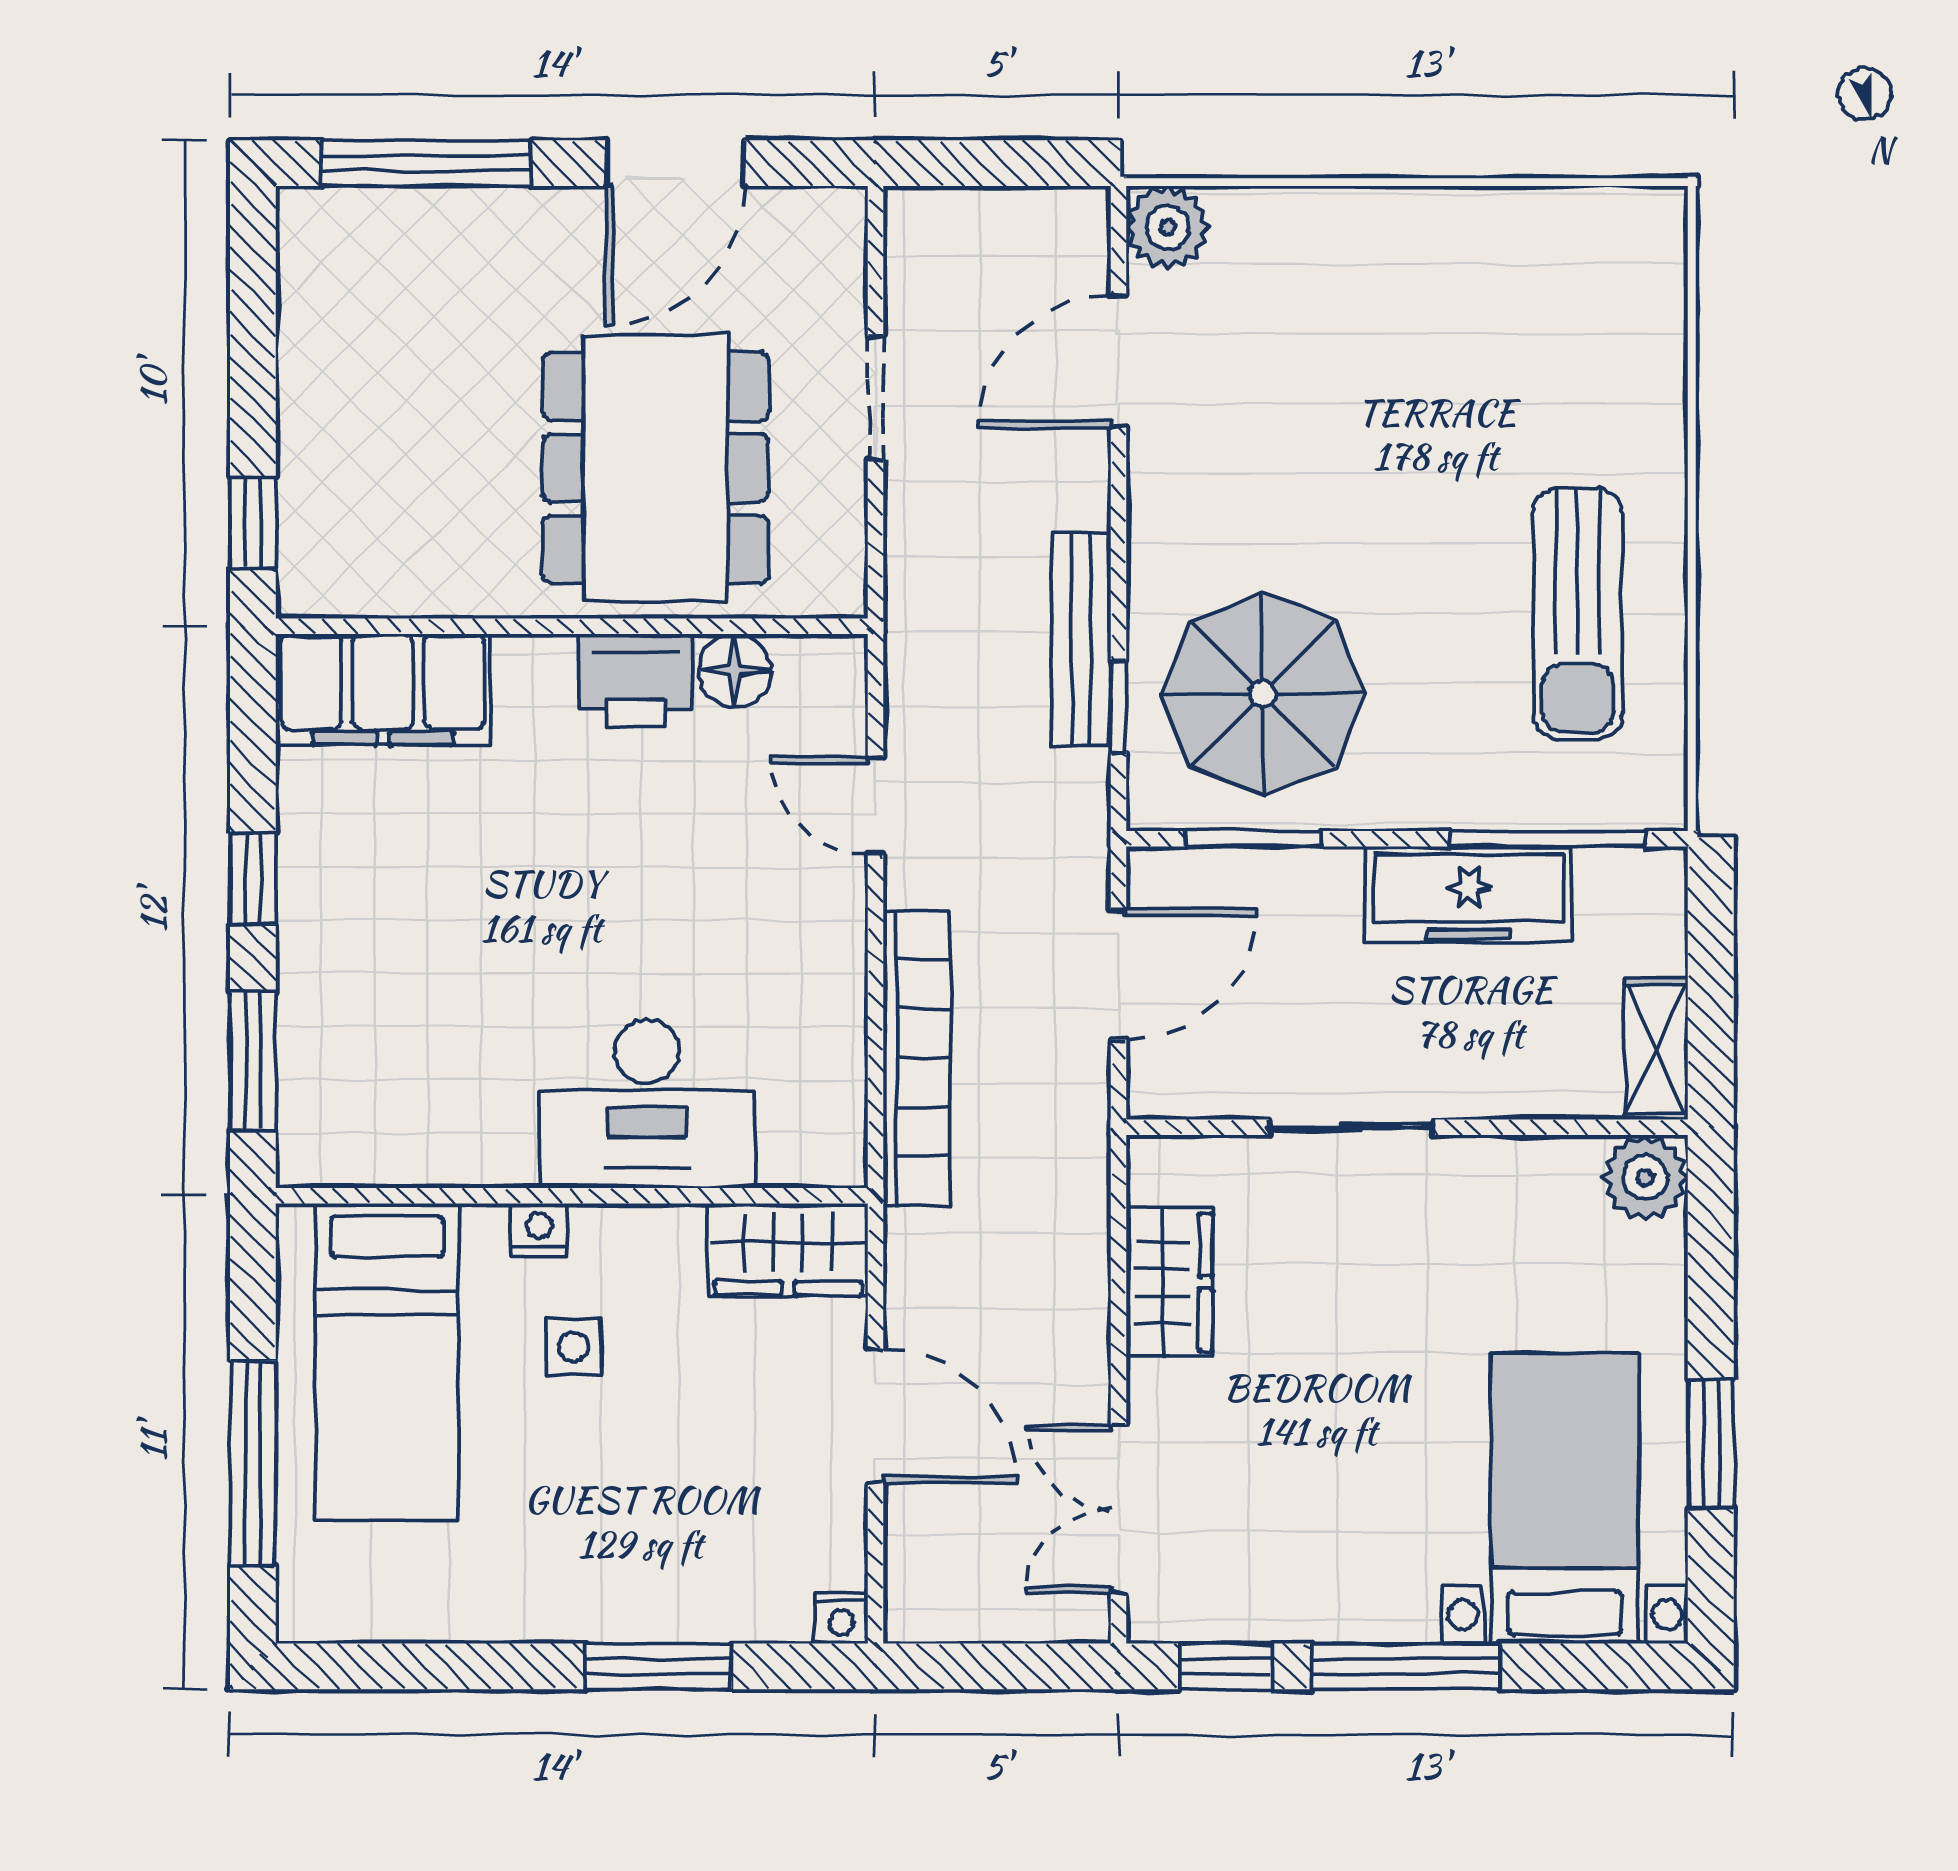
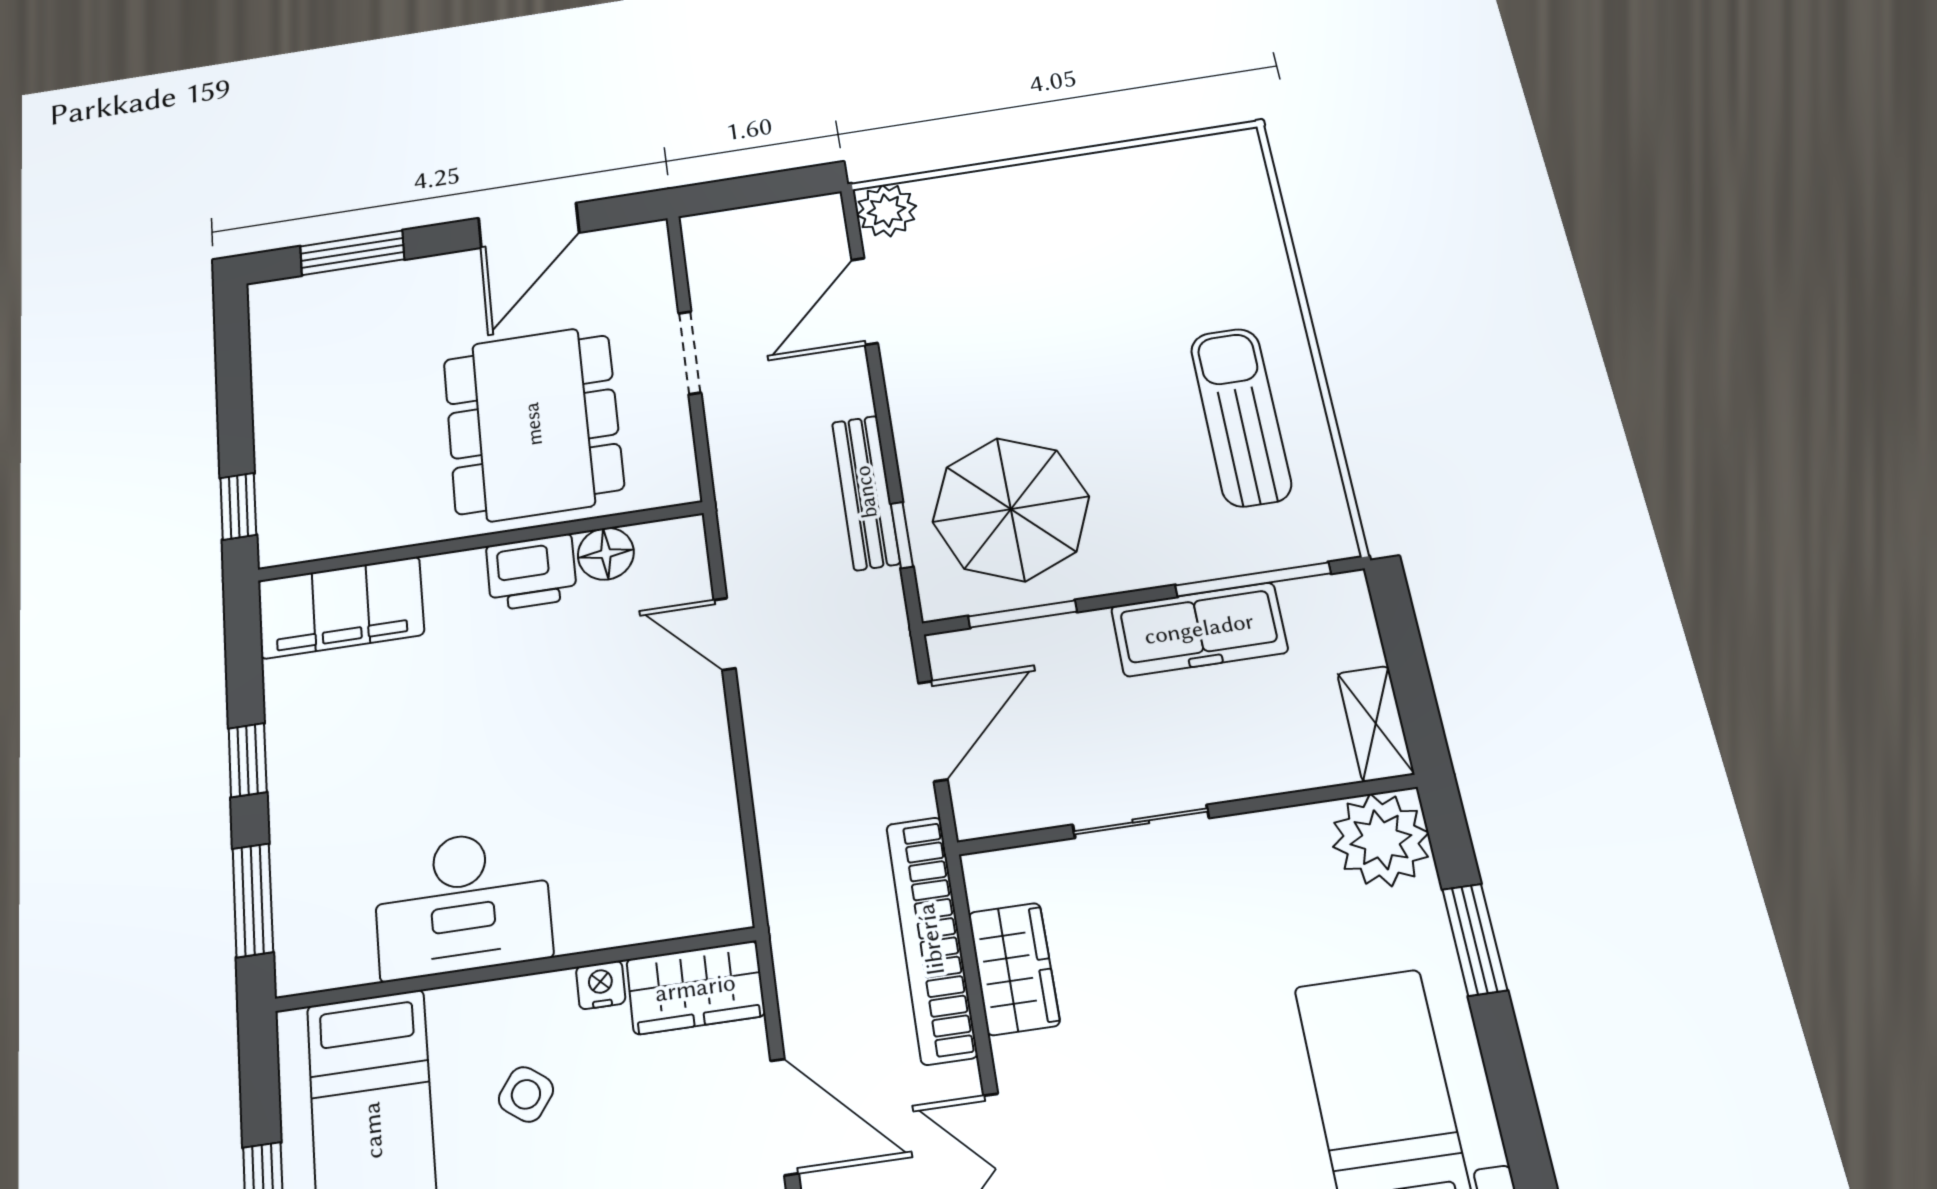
window: (426, 163) -> (352, 253), width x0.69
sun lounger: (1578, 614) -> (1241, 417), turned 180
bookcase: (917, 1058) -> (931, 939), moved, turned 180
desk: (647, 1104) -> (462, 903), moved
plant: (1645, 1177) -> (1381, 840), width x1.36, depth x1.36
nightstand: (539, 1230) -> (601, 985), moved
side table: (573, 1347) -> (526, 1094), turned 36
window: (1711, 1444) -> (1475, 940), moved

